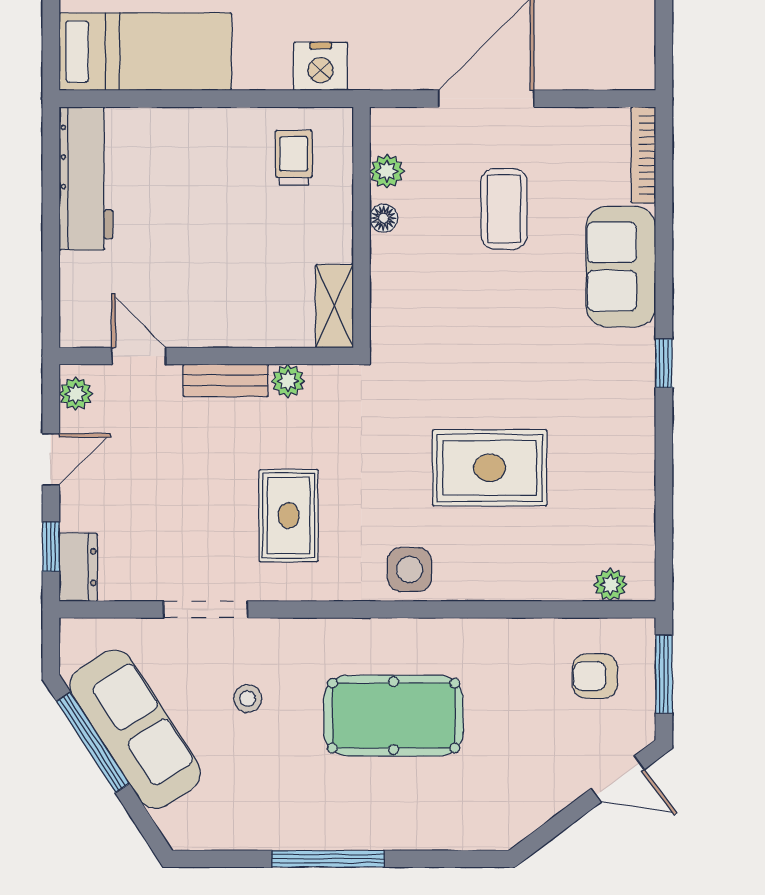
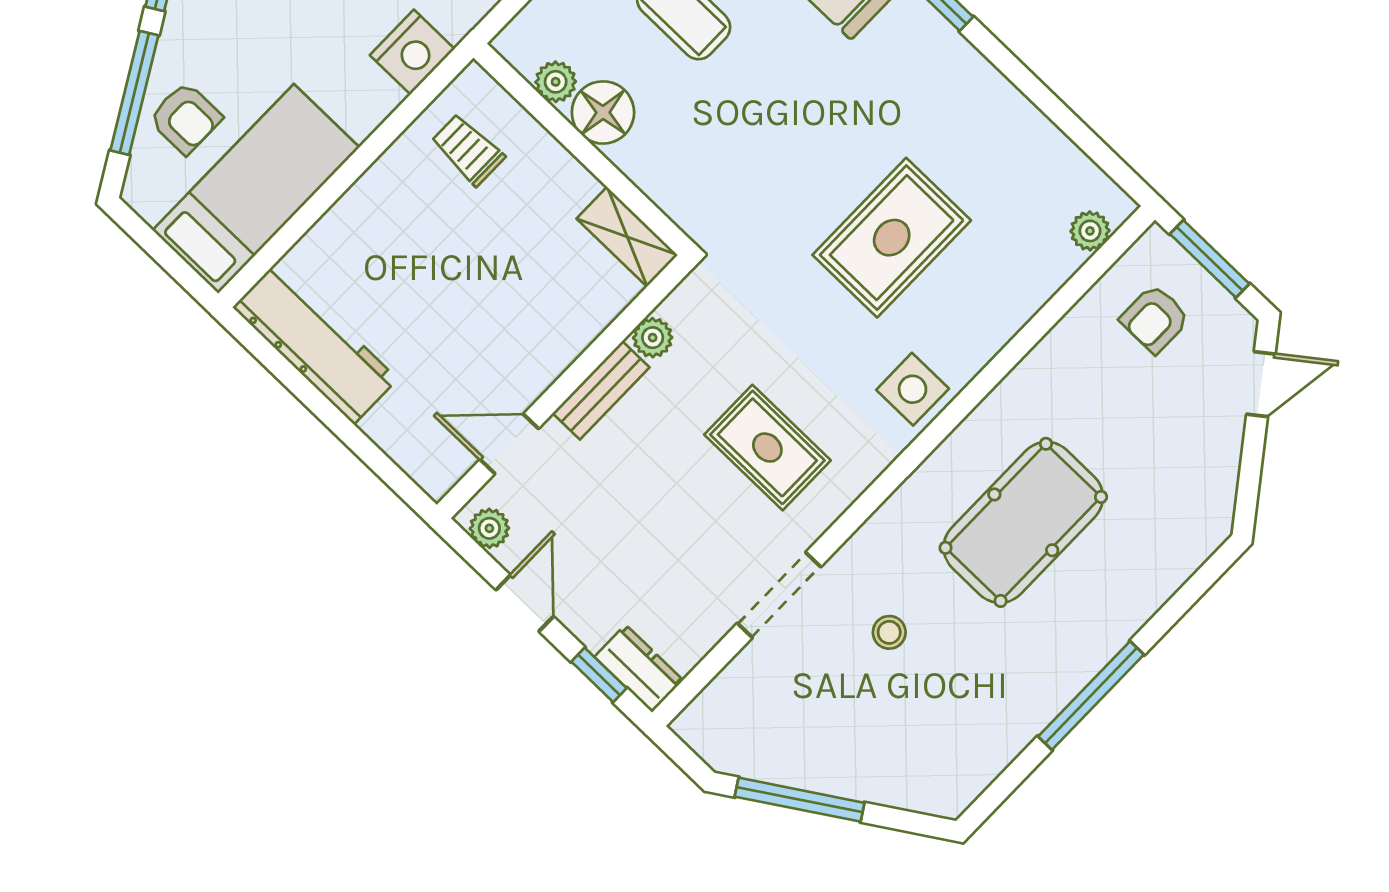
floor lamp: (384, 218) -> (603, 112), width x1.89, depth x1.89
sofa: (135, 729) -> (823, 753), removed

